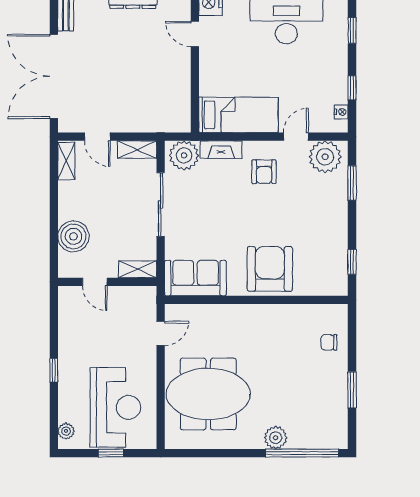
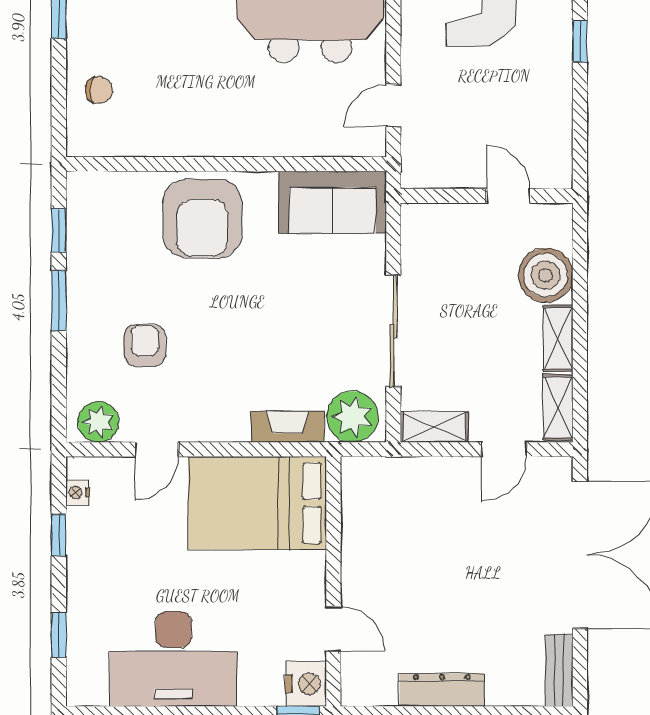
bed: (238, 115) -> (257, 503), width x1.50
door: (97, 137) -> (504, 449), swing flipped
plant: (325, 157) -> (98, 422), width x0.73, depth x0.73
armchair: (264, 172) -> (145, 346), moved
window: (352, 183) -> (59, 300), moved
shelving: (138, 269) -> (558, 338), moved, turned 90

